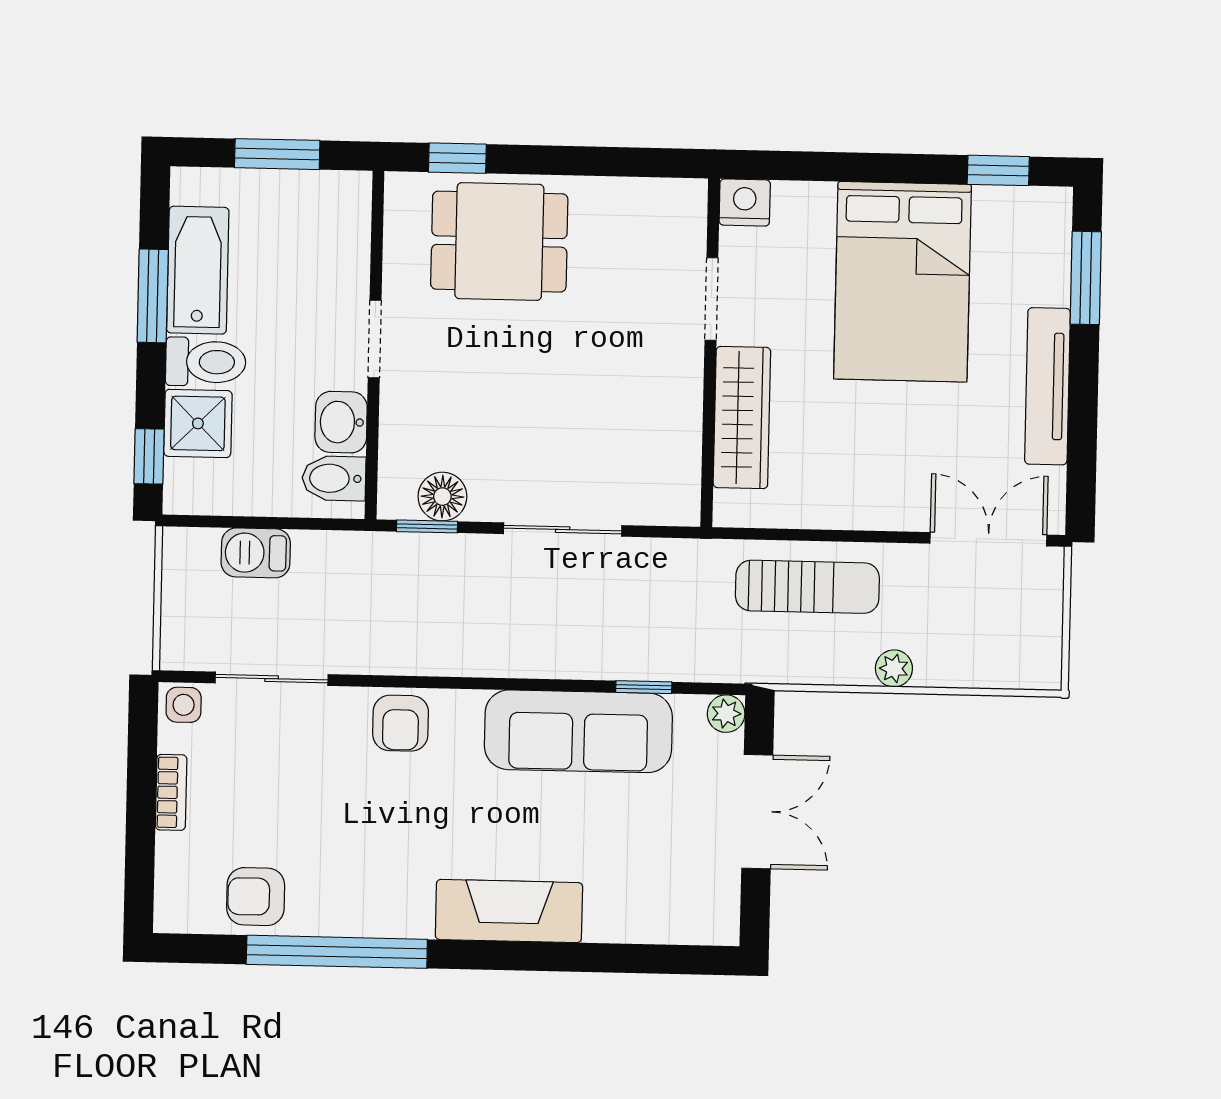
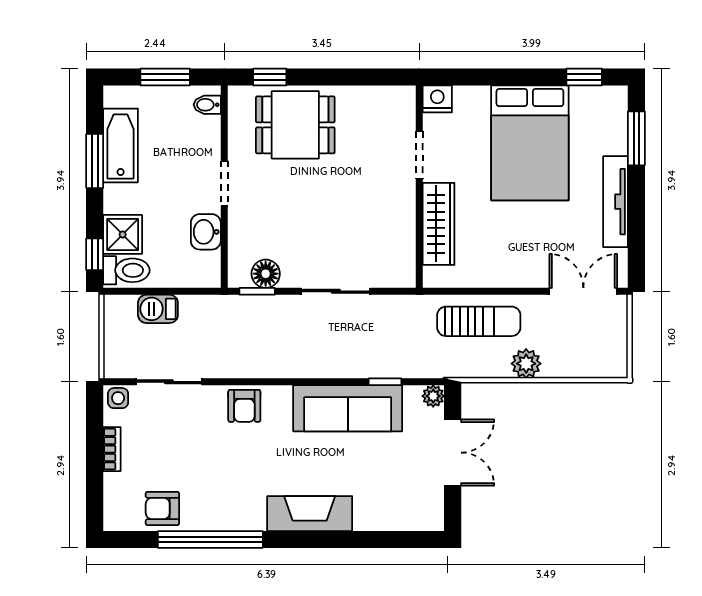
toilet: (206, 362) -> (126, 270), moved
bidet: (334, 478) -> (207, 105), moved, width x0.72, depth x0.74
plant: (894, 668) -> (526, 364), width x1.38, depth x1.38

